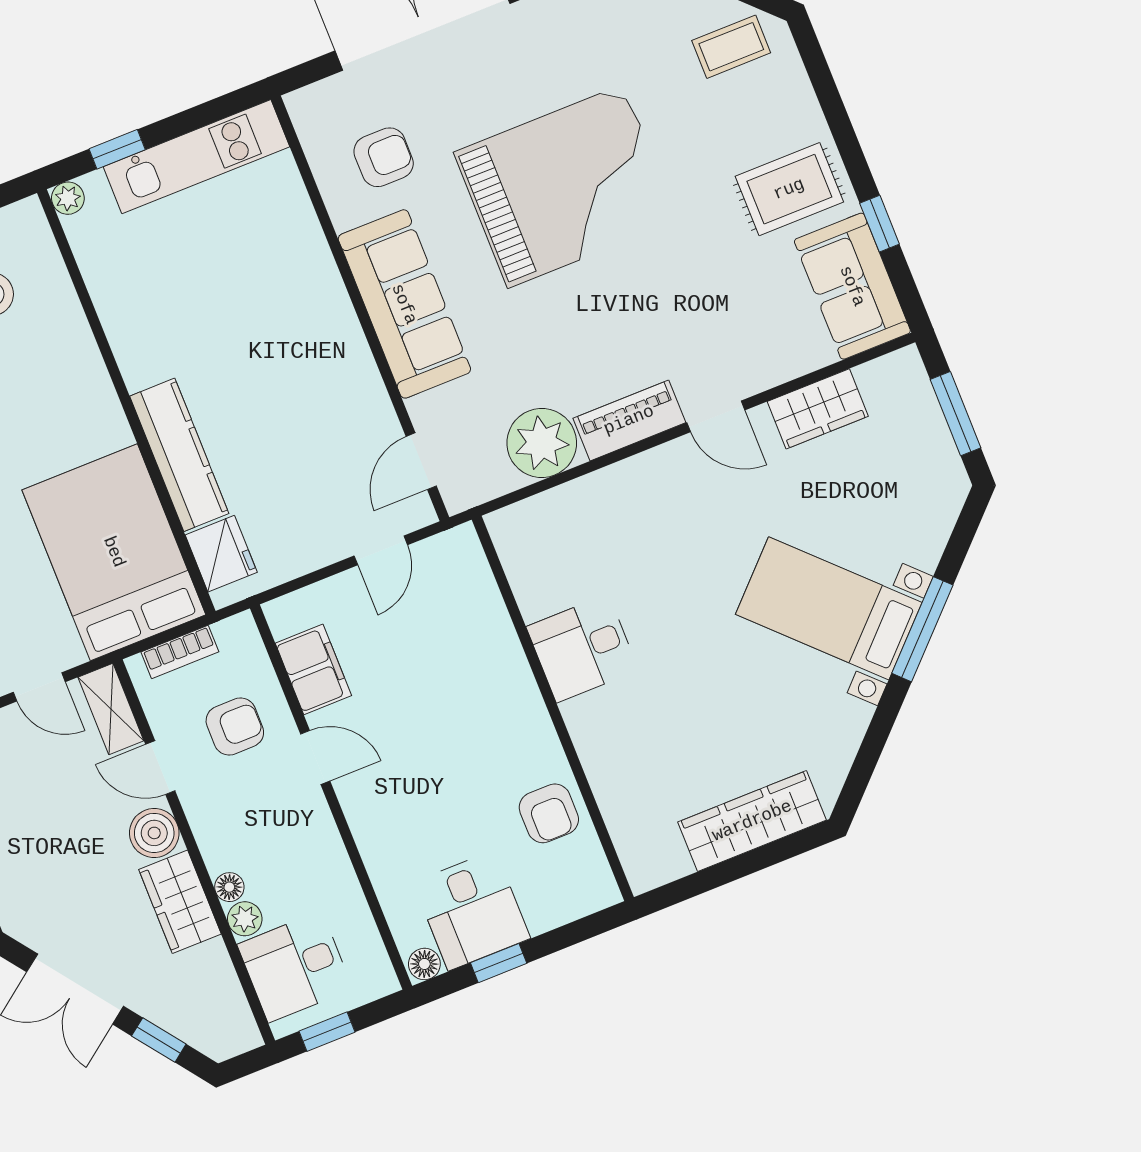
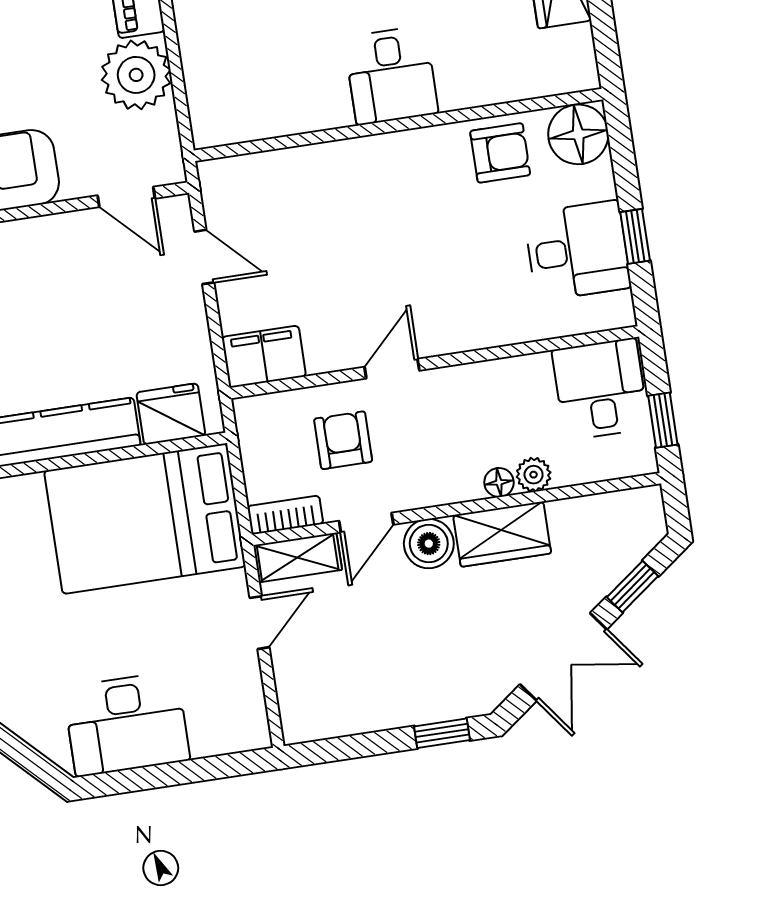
desk: (582, 648) -> (391, 75), moved
bookcase: (180, 652) -> (285, 515), moved, turned -90
filing cabinet: (313, 669) -> (264, 357), moved
floor lamp: (424, 964) -> (578, 134), moved, width x1.89, depth x1.89
desk: (295, 967) -> (600, 389), moved, turned 180

